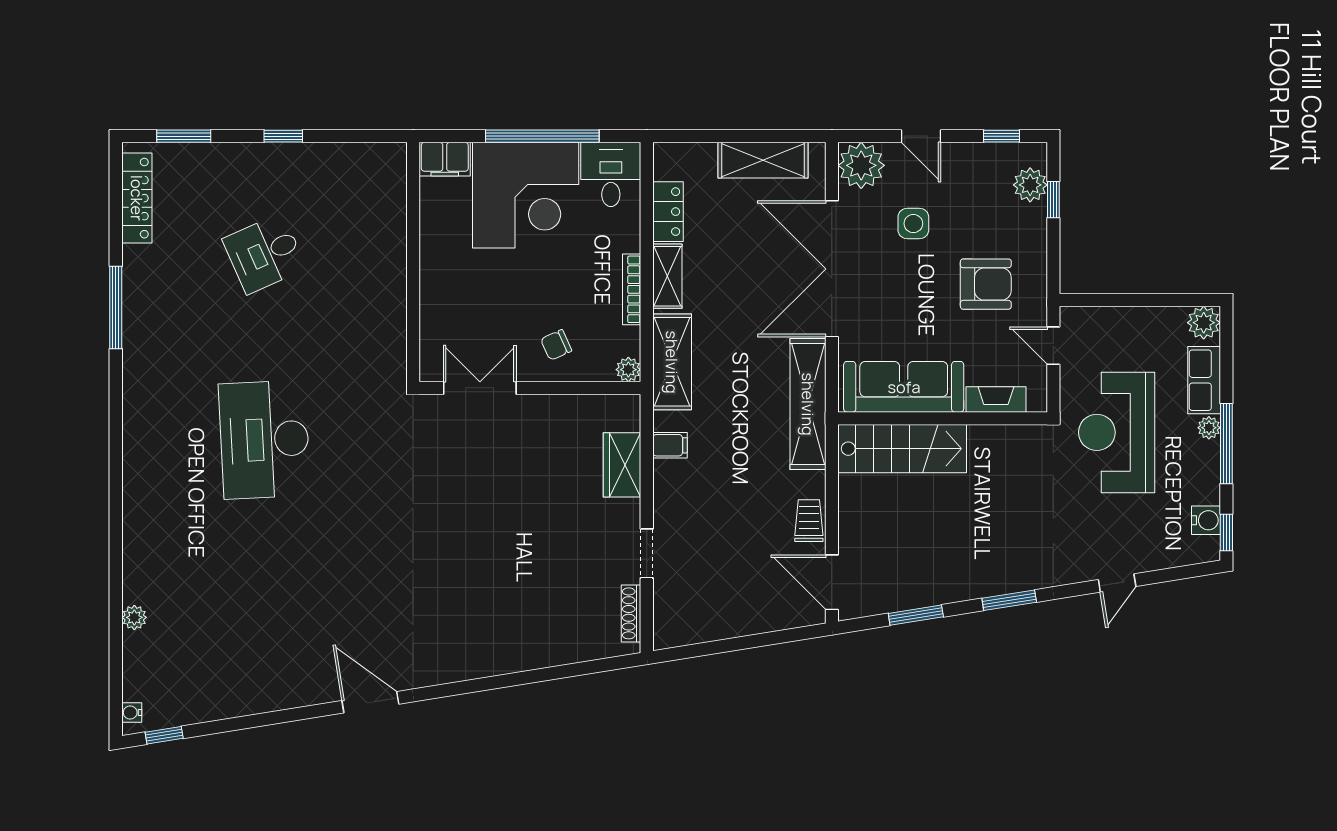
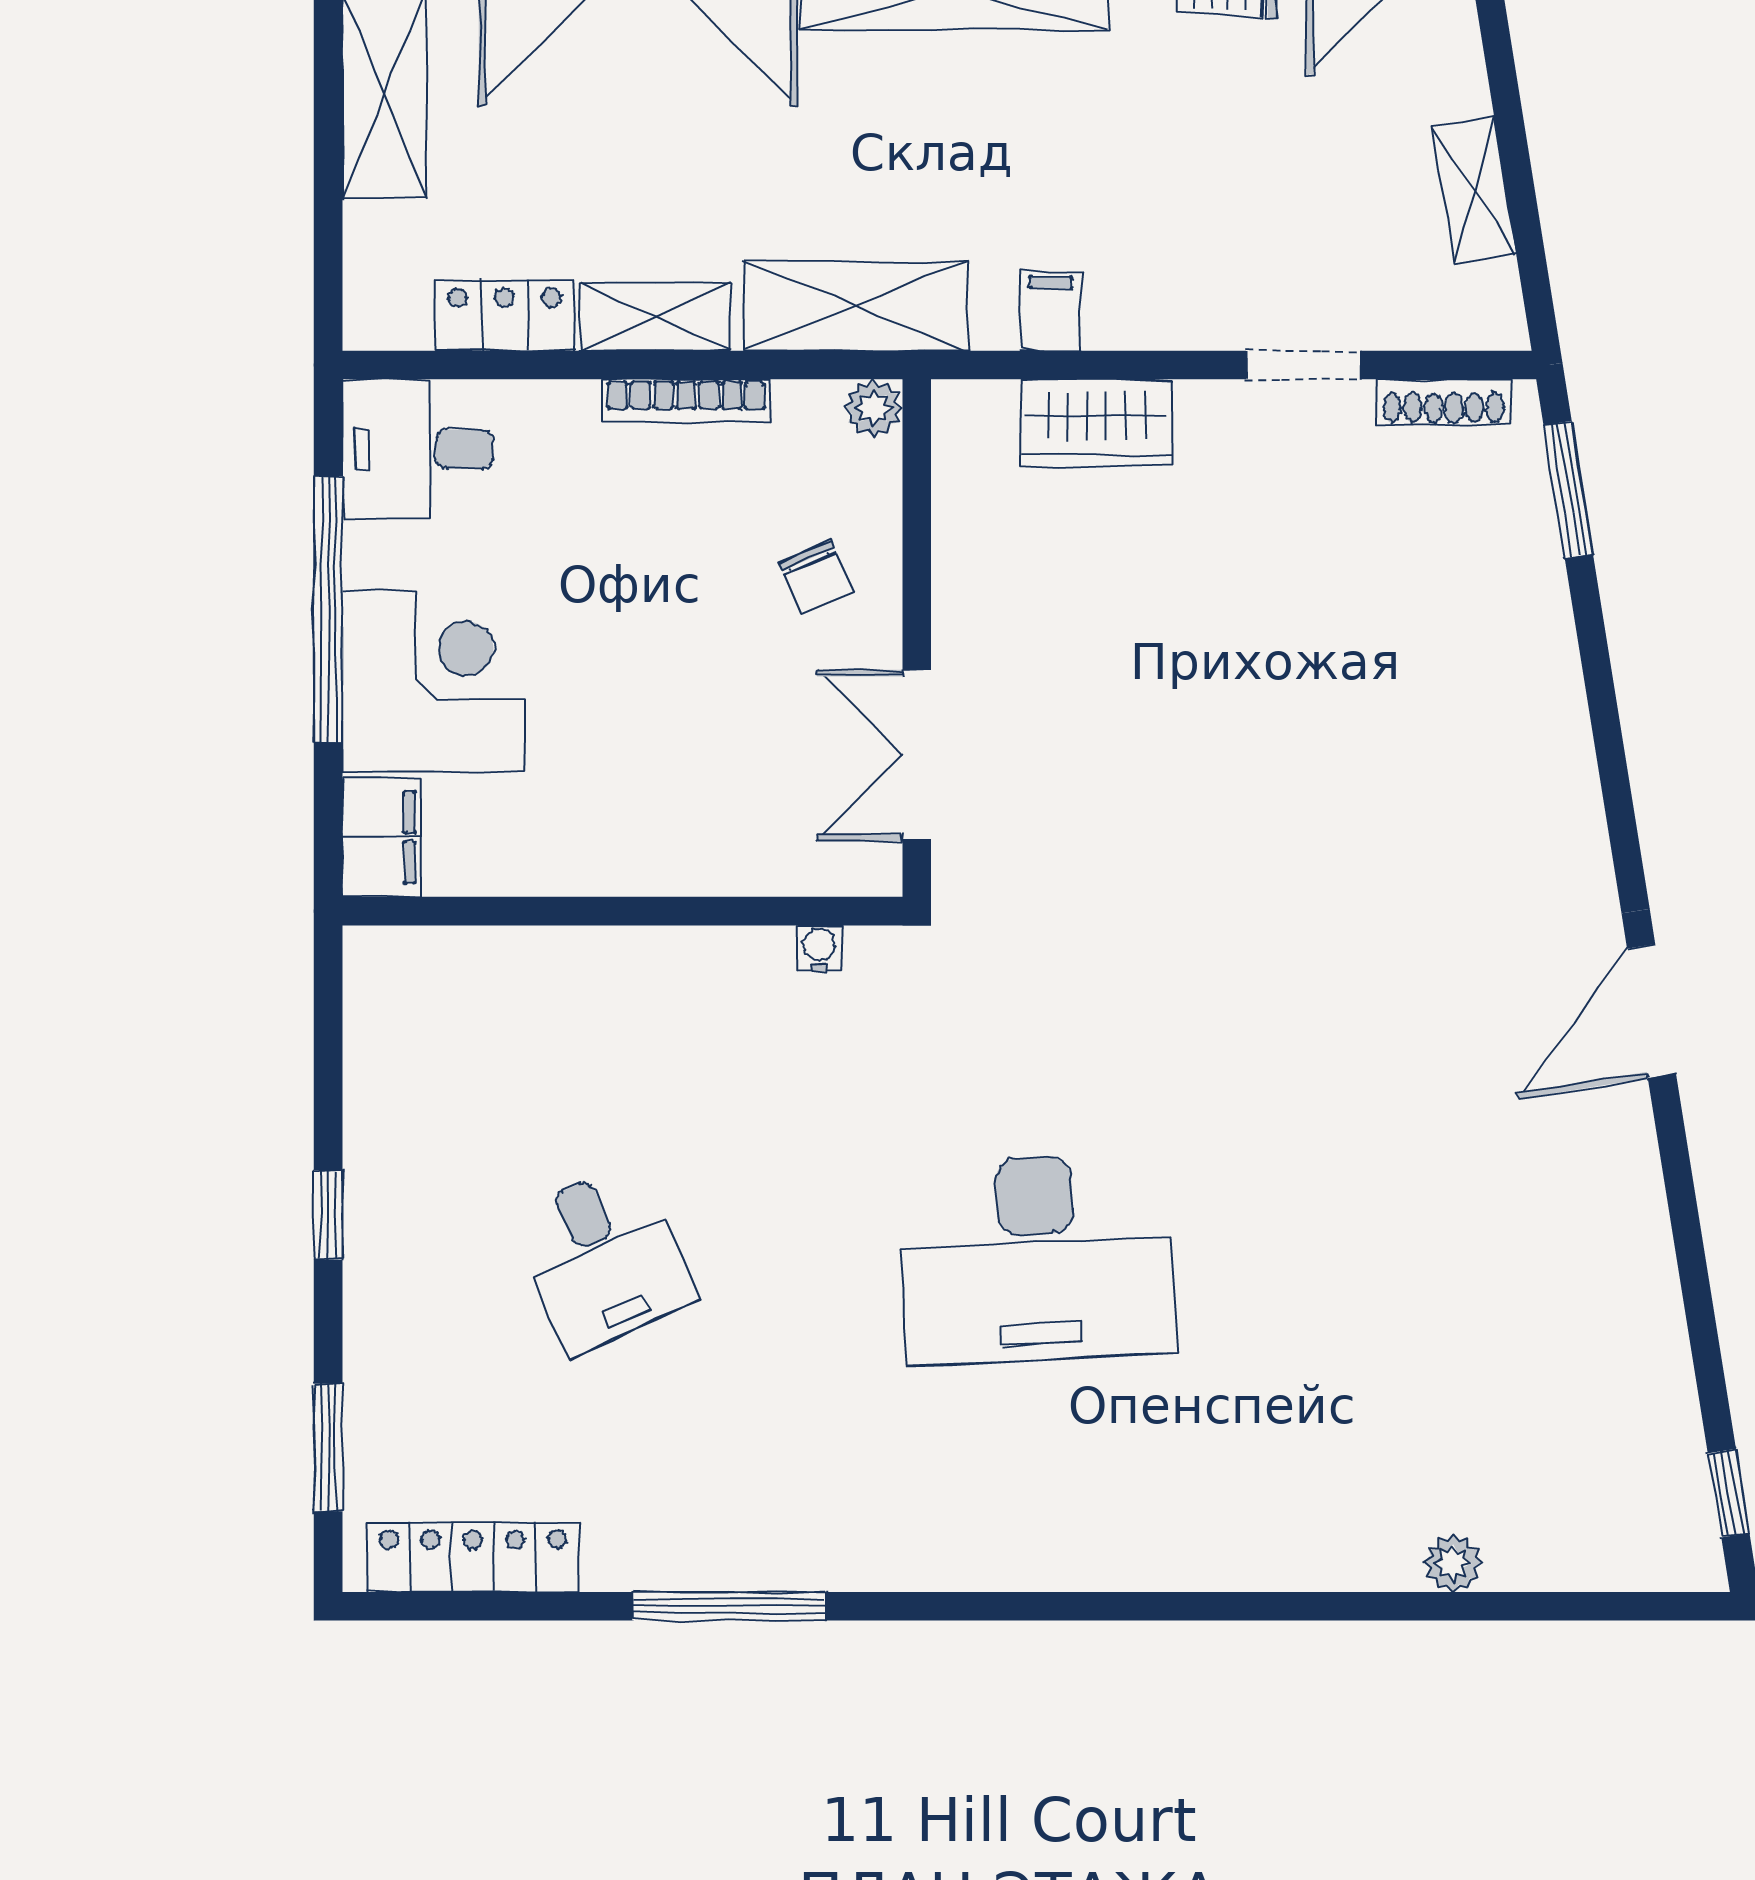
corner desk: (526, 195) -> (433, 681), width x0.74, depth x0.74
shelving: (721, 627) -> (1474, 191), added
window: (593, 667) -> (1568, 490), added
water cooler: (132, 712) -> (819, 948), moved, turned 180

